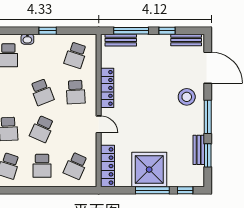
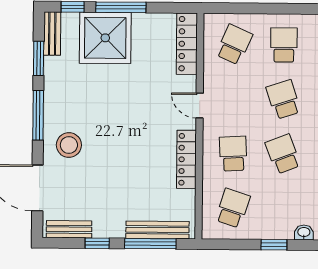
bench: (121, 40) -> (157, 230), width x1.36
school desk: (42, 129) -> (283, 99), turned -42
bench: (199, 150) -> (52, 34), moved
shower: (149, 170) -> (105, 38), moved

